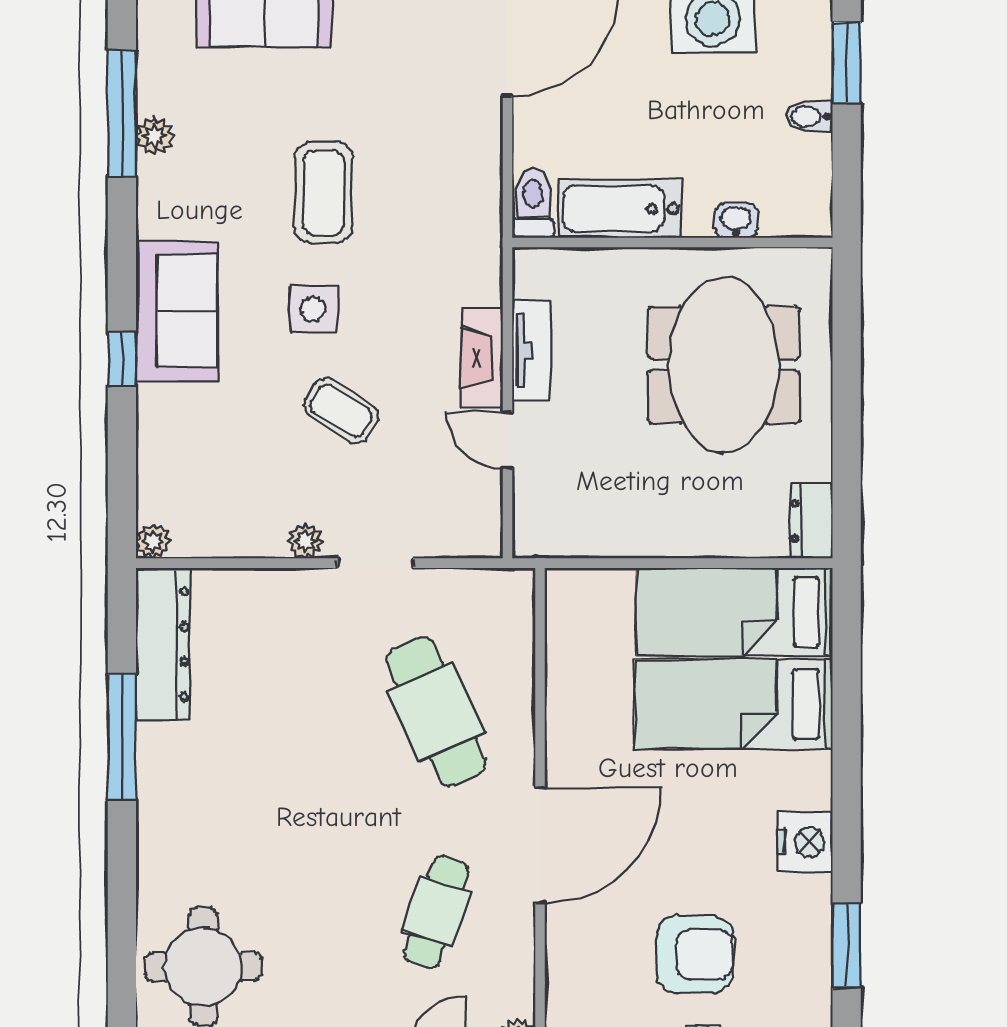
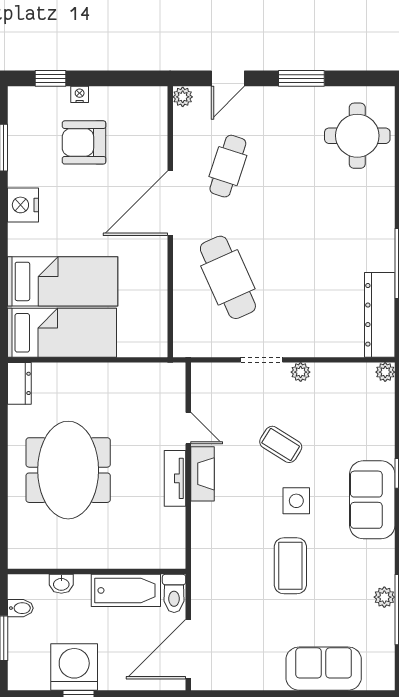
toilet: (533, 203) -> (174, 593), moved
bathtub: (620, 209) -> (126, 590), moved
washbasin: (736, 221) -> (61, 584), moved
wall: (672, 243) -> (97, 572), moved

